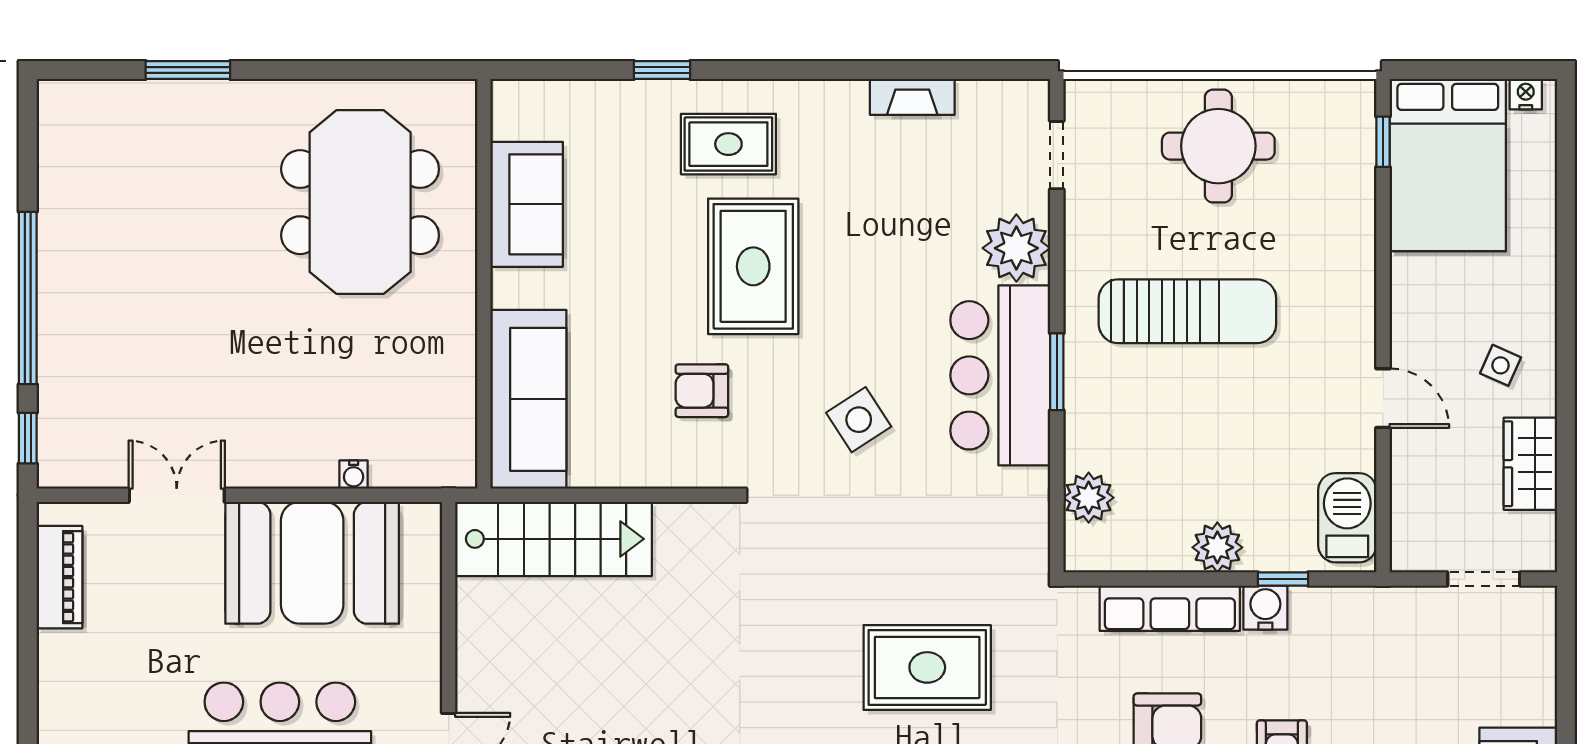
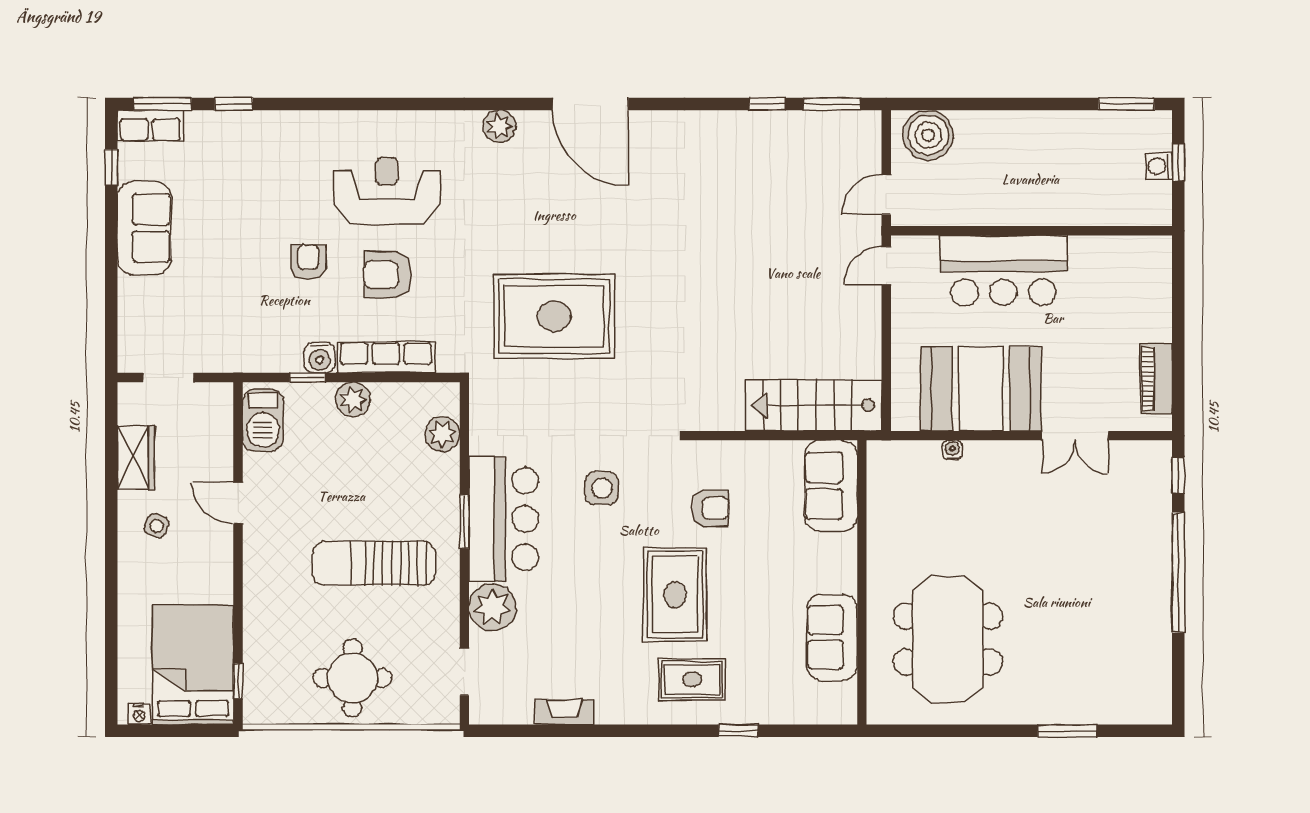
sofa: (528, 399) -> (831, 486), width x0.73
side table: (859, 420) -> (602, 488), turned 33
rug: (927, 667) -> (554, 316), width x1.37, depth x1.44

